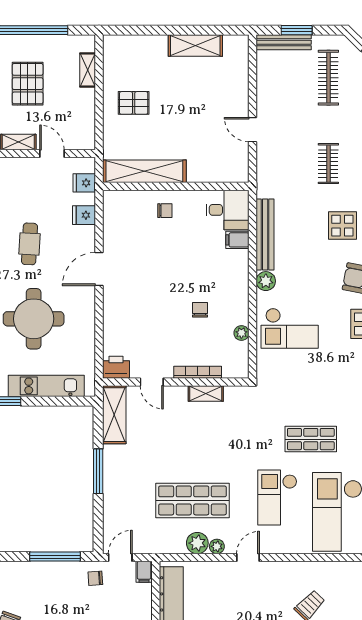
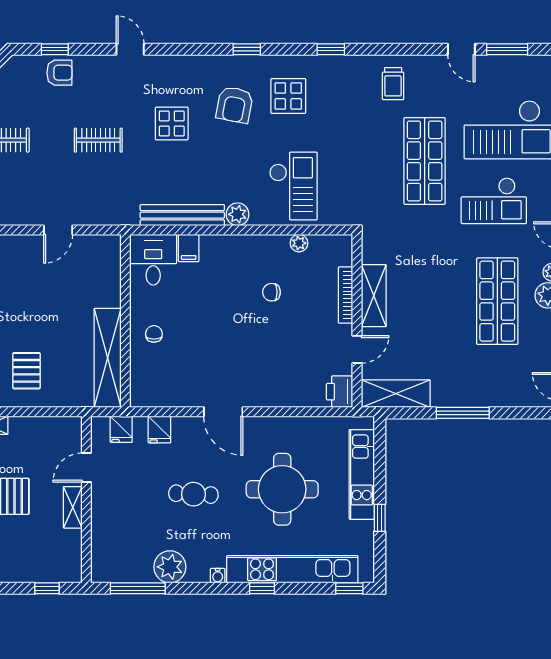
shelving: (206, 393) -> (374, 296), width x1.50, depth x1.33
shop shelf: (311, 439) -> (425, 161), width x1.43, depth x1.36

